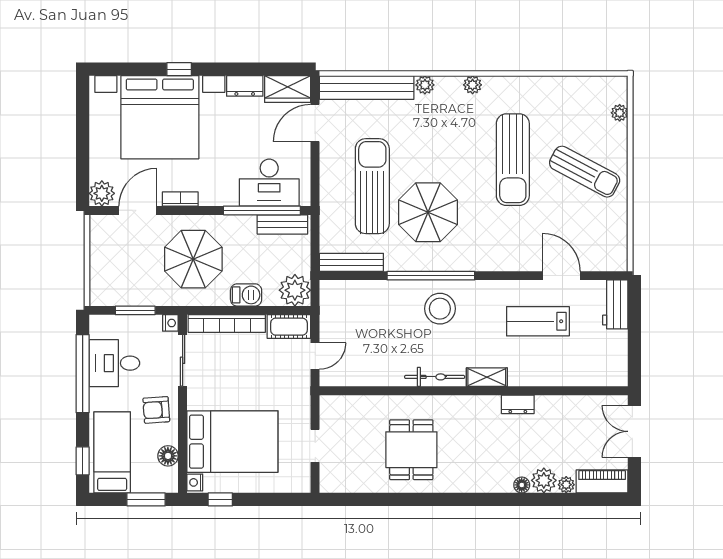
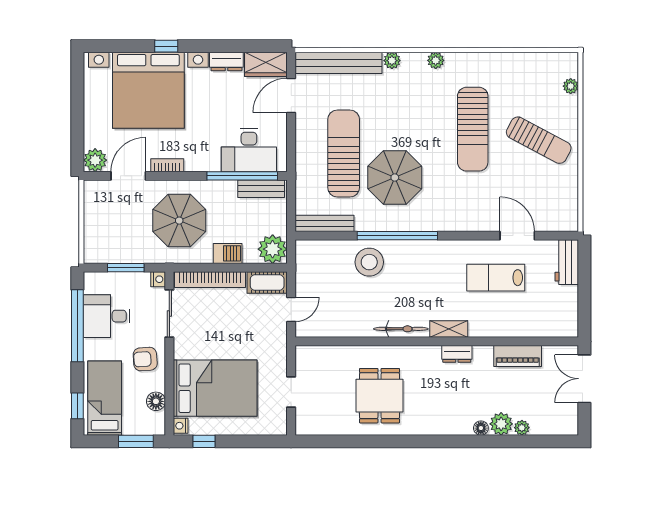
stool: (440, 309) -> (369, 262), moved
dresser: (518, 404) -> (457, 354), moved
piano: (602, 481) -> (518, 356), moved, turned 180

